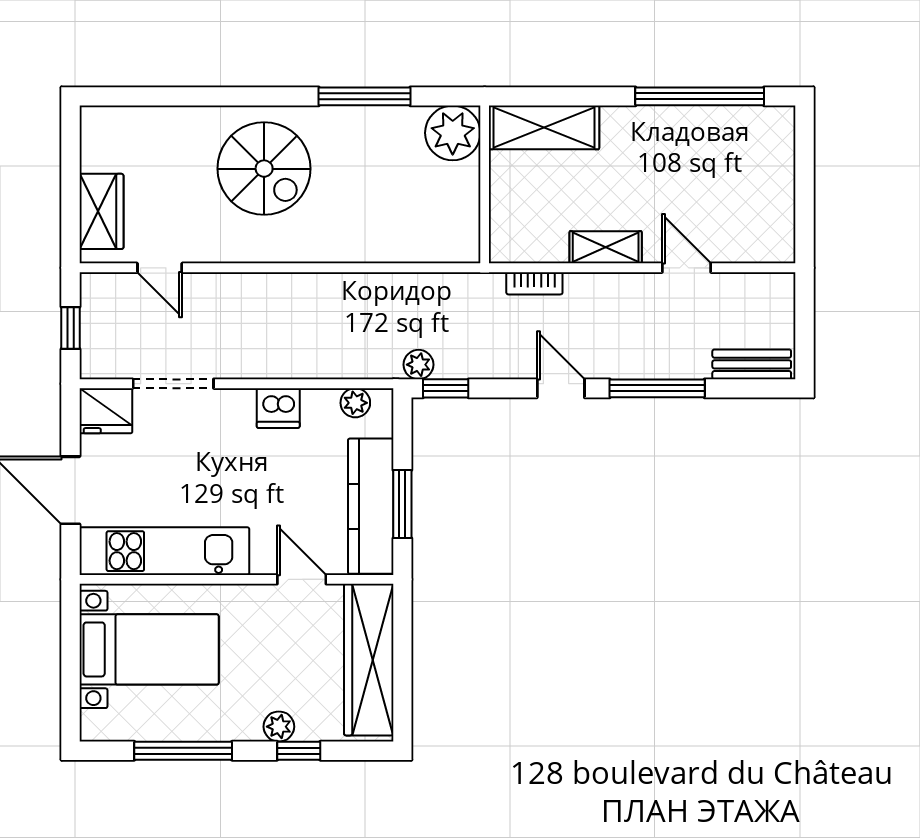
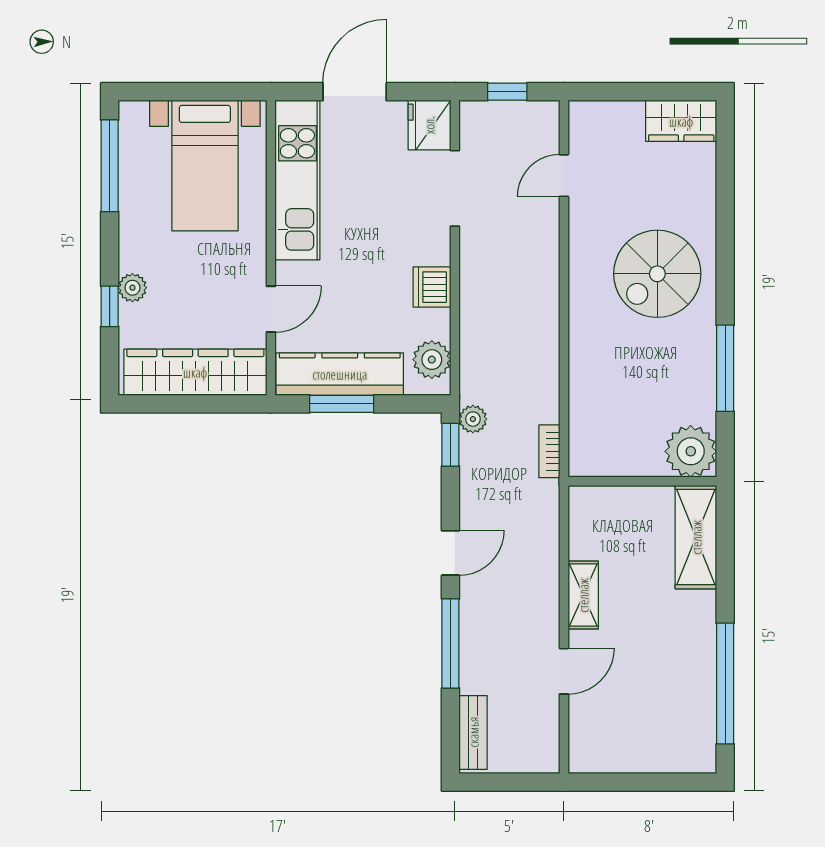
wardrobe: (101, 211) -> (681, 121), moved
bookcase: (534, 283) -> (549, 451), moved
plant: (355, 403) -> (432, 360), width x1.38, depth x1.38
window: (183, 751) -> (110, 166), moved

